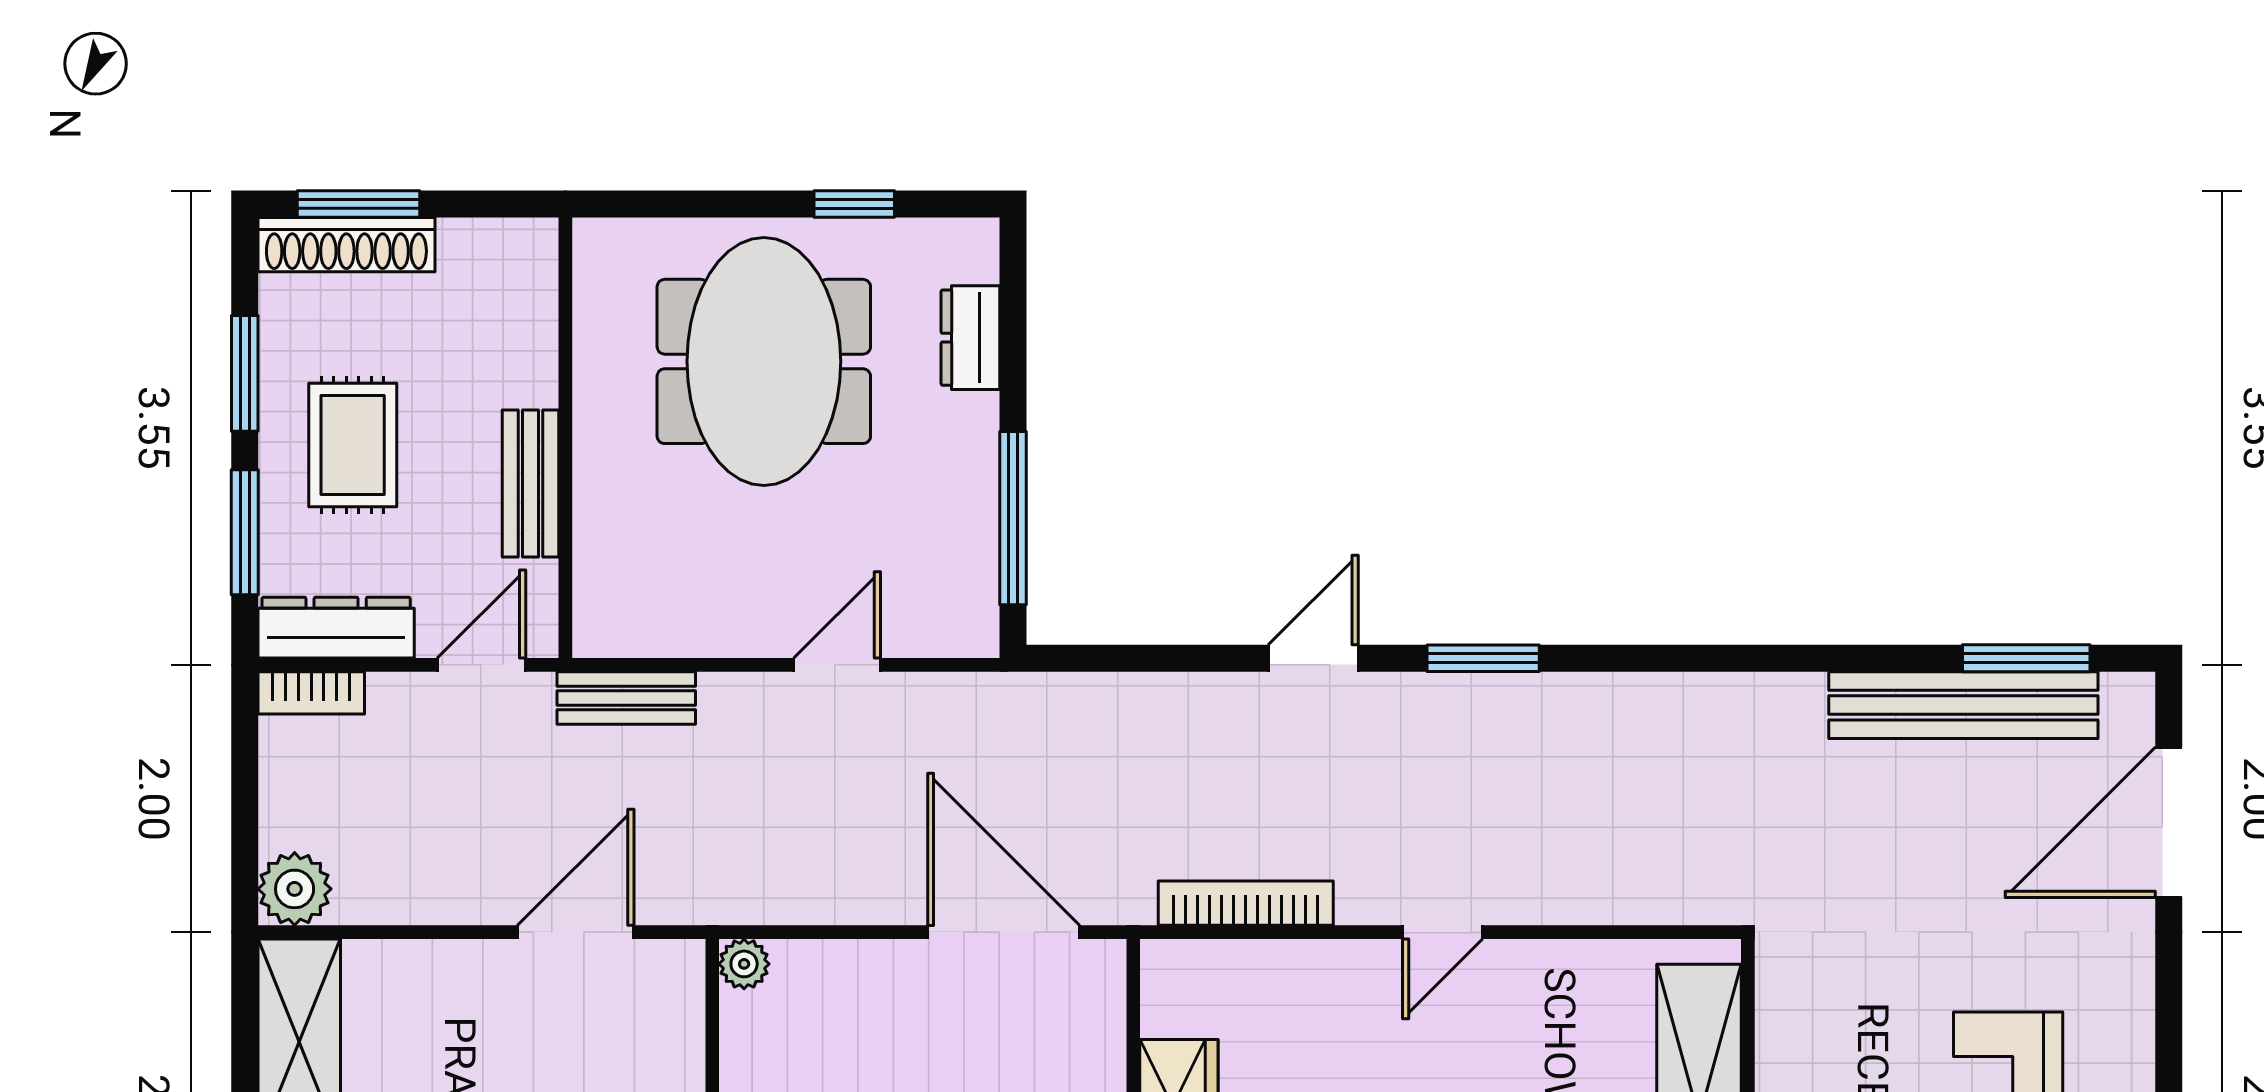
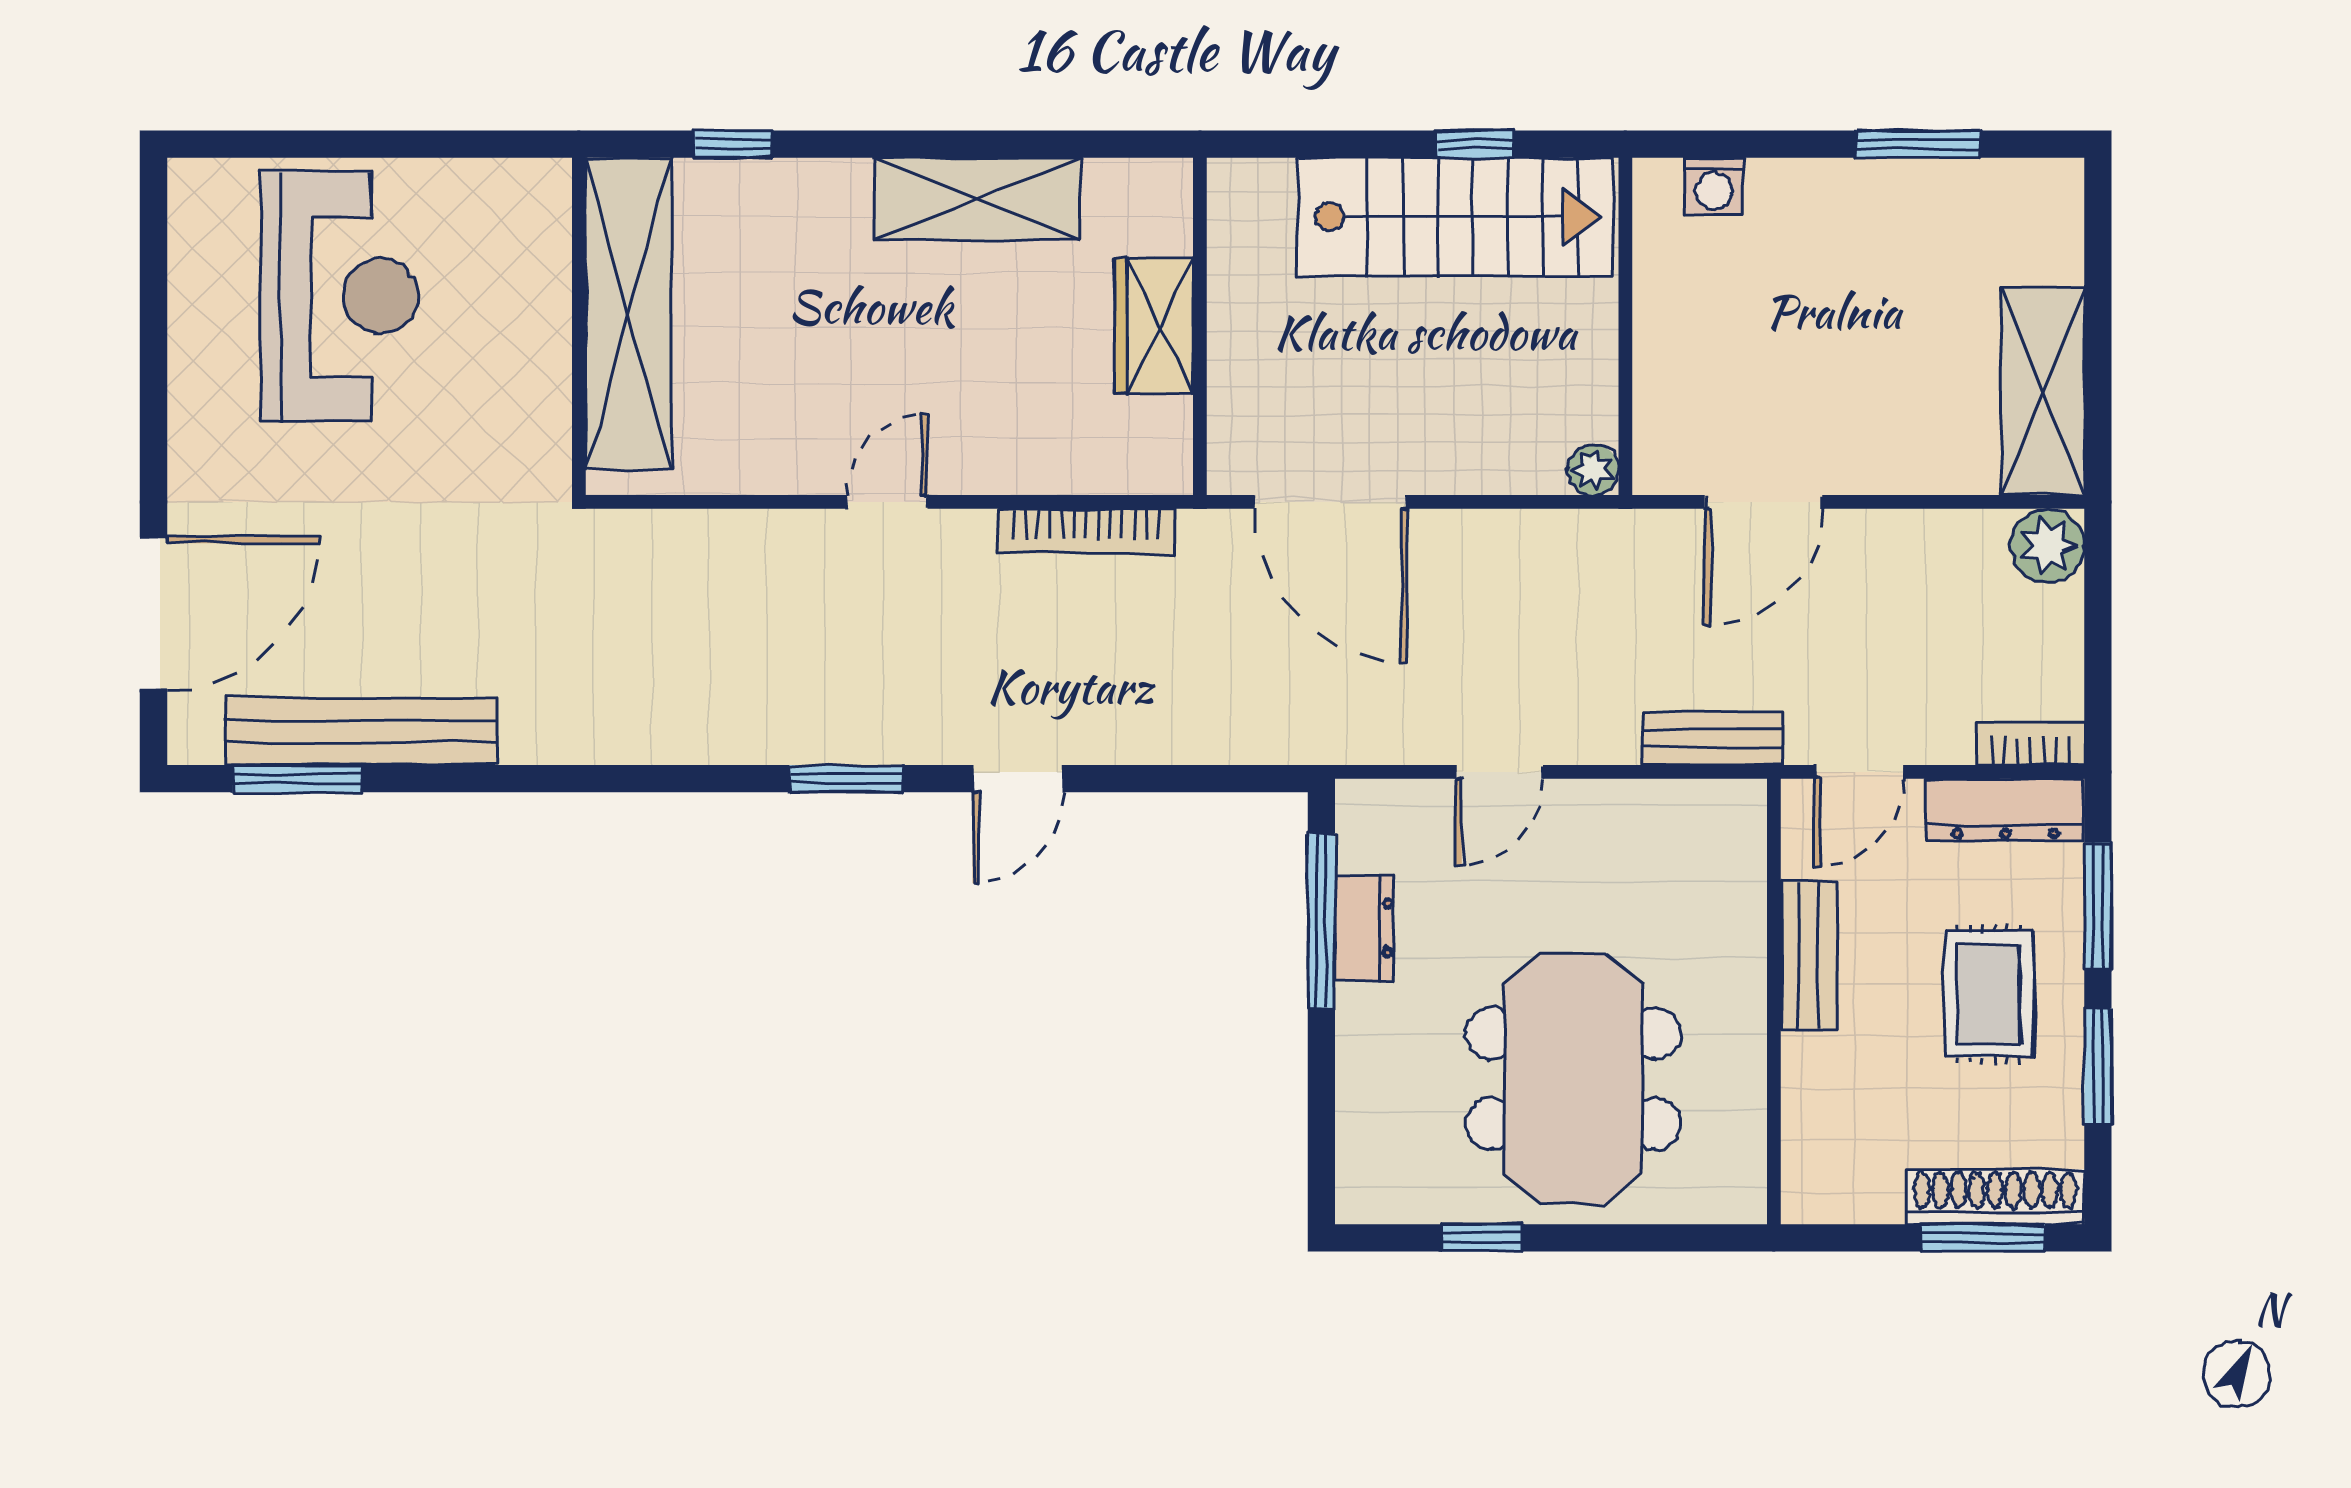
dresser: (970, 338) -> (1364, 928), moved

